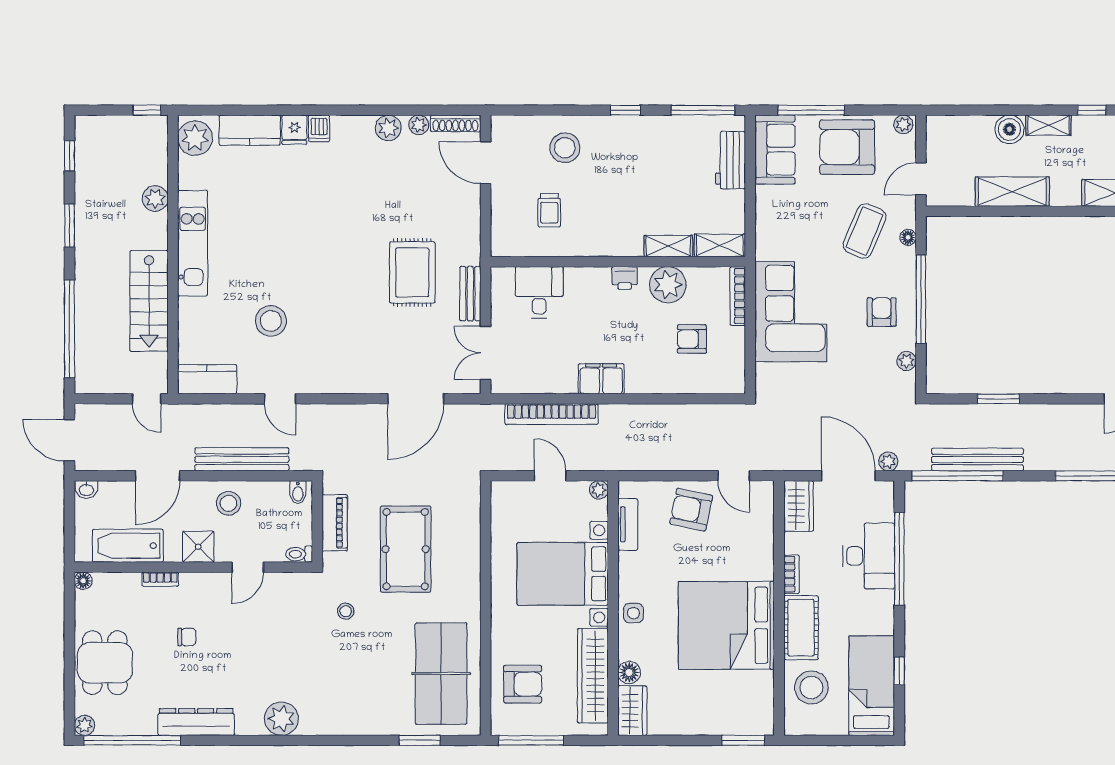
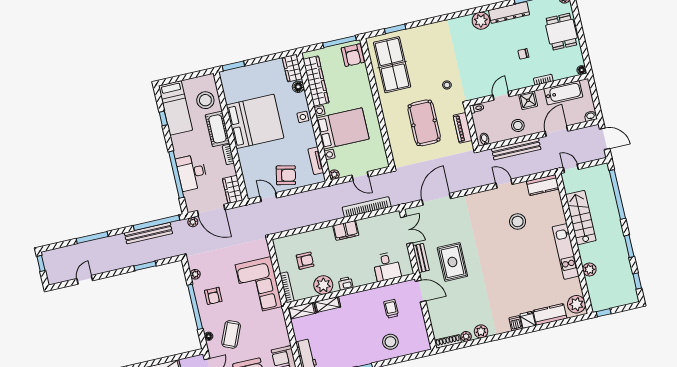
door: (486, 163) -> (421, 291), moved
armchair: (523, 684) -> (353, 55), moved, turned -90
plant: (281, 719) -> (481, 21), moved

